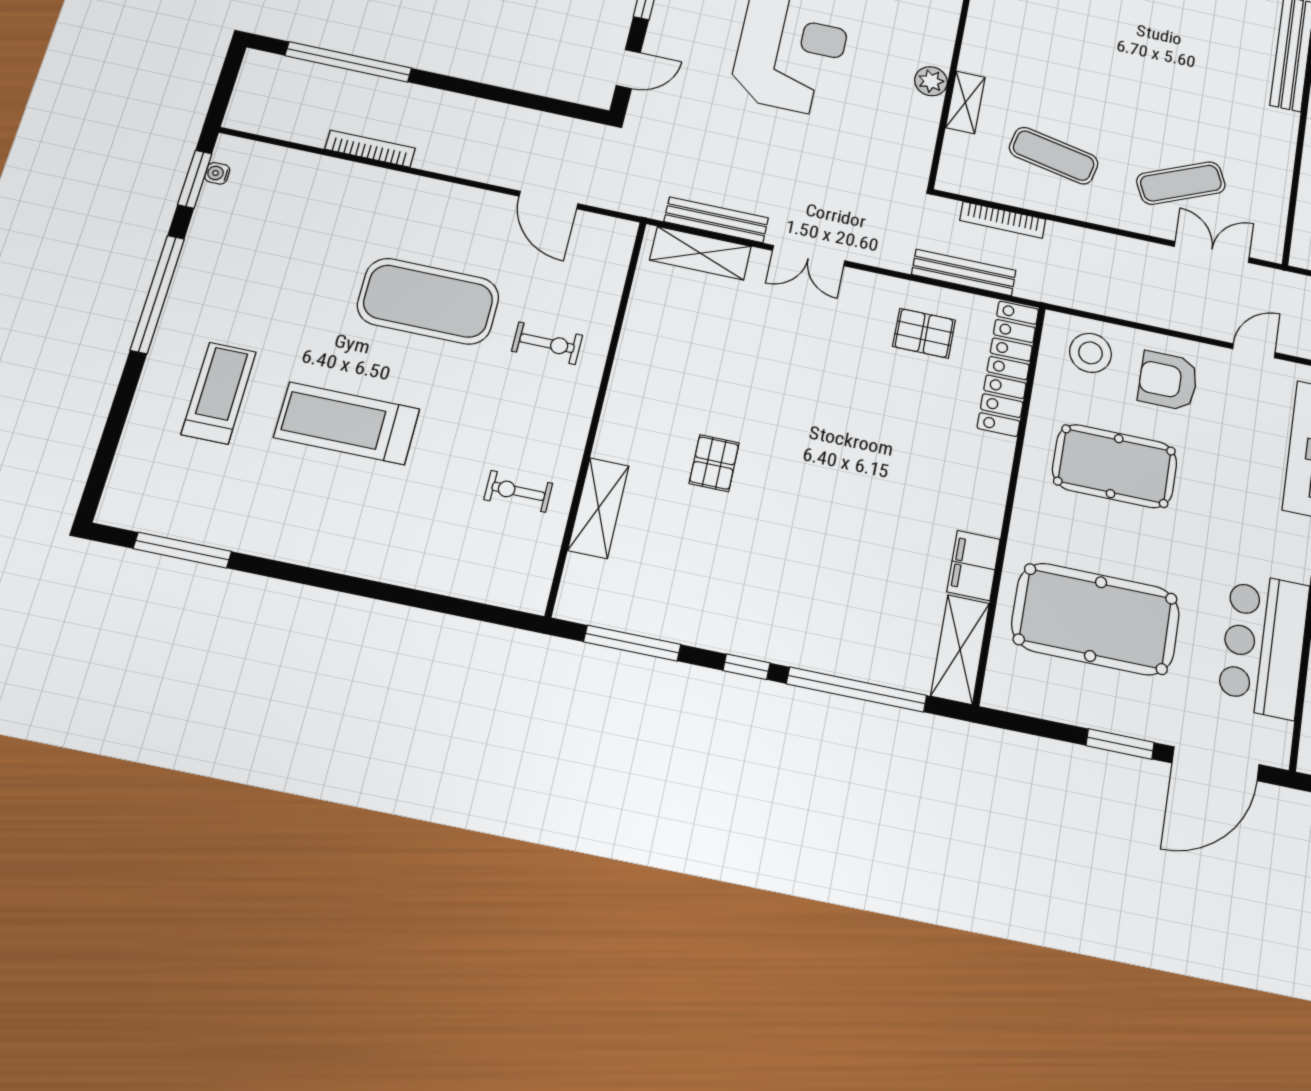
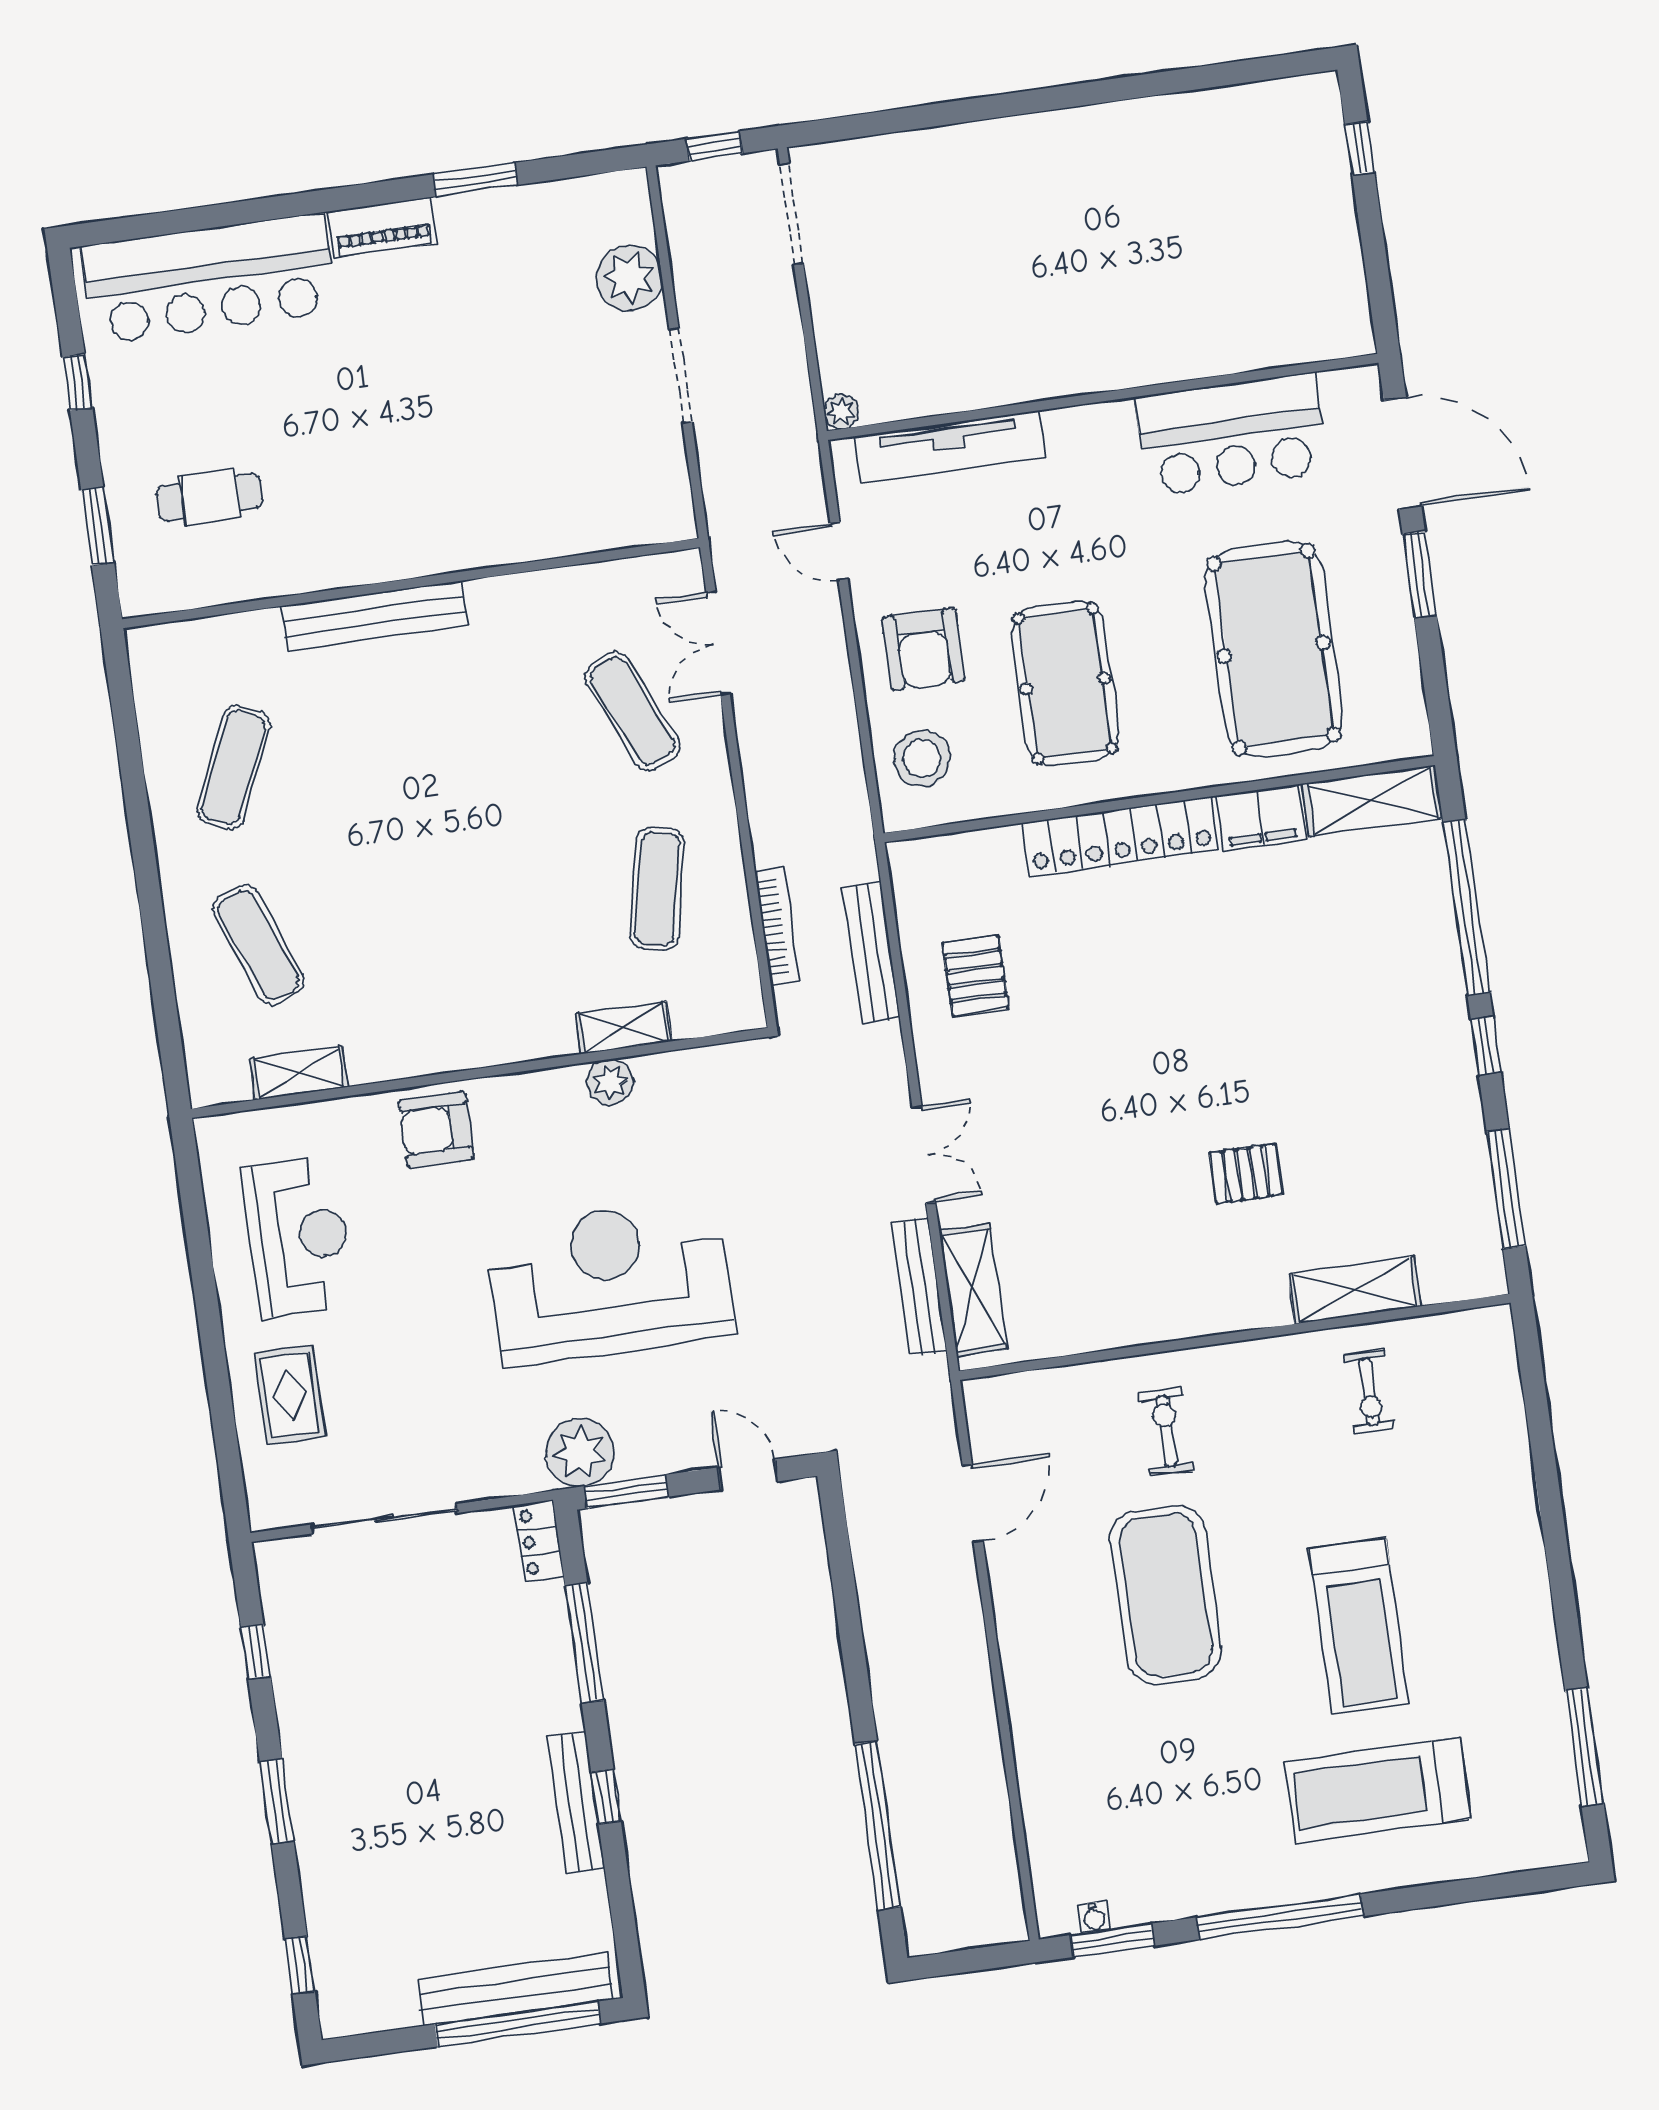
bookcase: (370, 149) -> (988, 1749), removed
locker: (1008, 368) -> (1120, 836), moved
treadmill: (219, 393) -> (1378, 1790), width x1.37, depth x1.38

